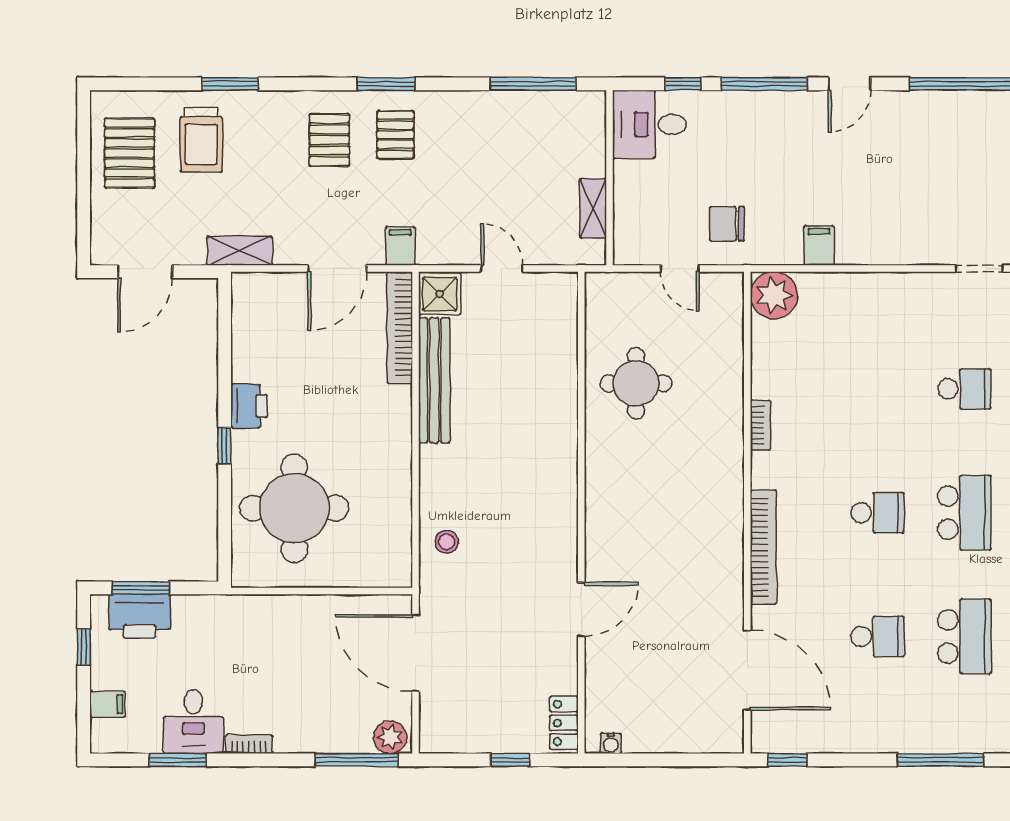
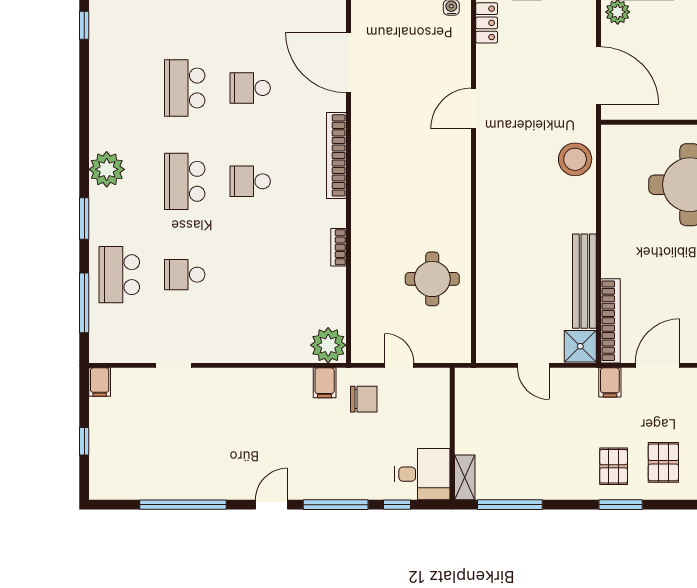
shelving: (593, 208) -> (465, 477), moved
filing cabinet: (819, 245) -> (325, 383), moved
stool: (447, 542) -> (575, 159), width x1.89, depth x1.89

